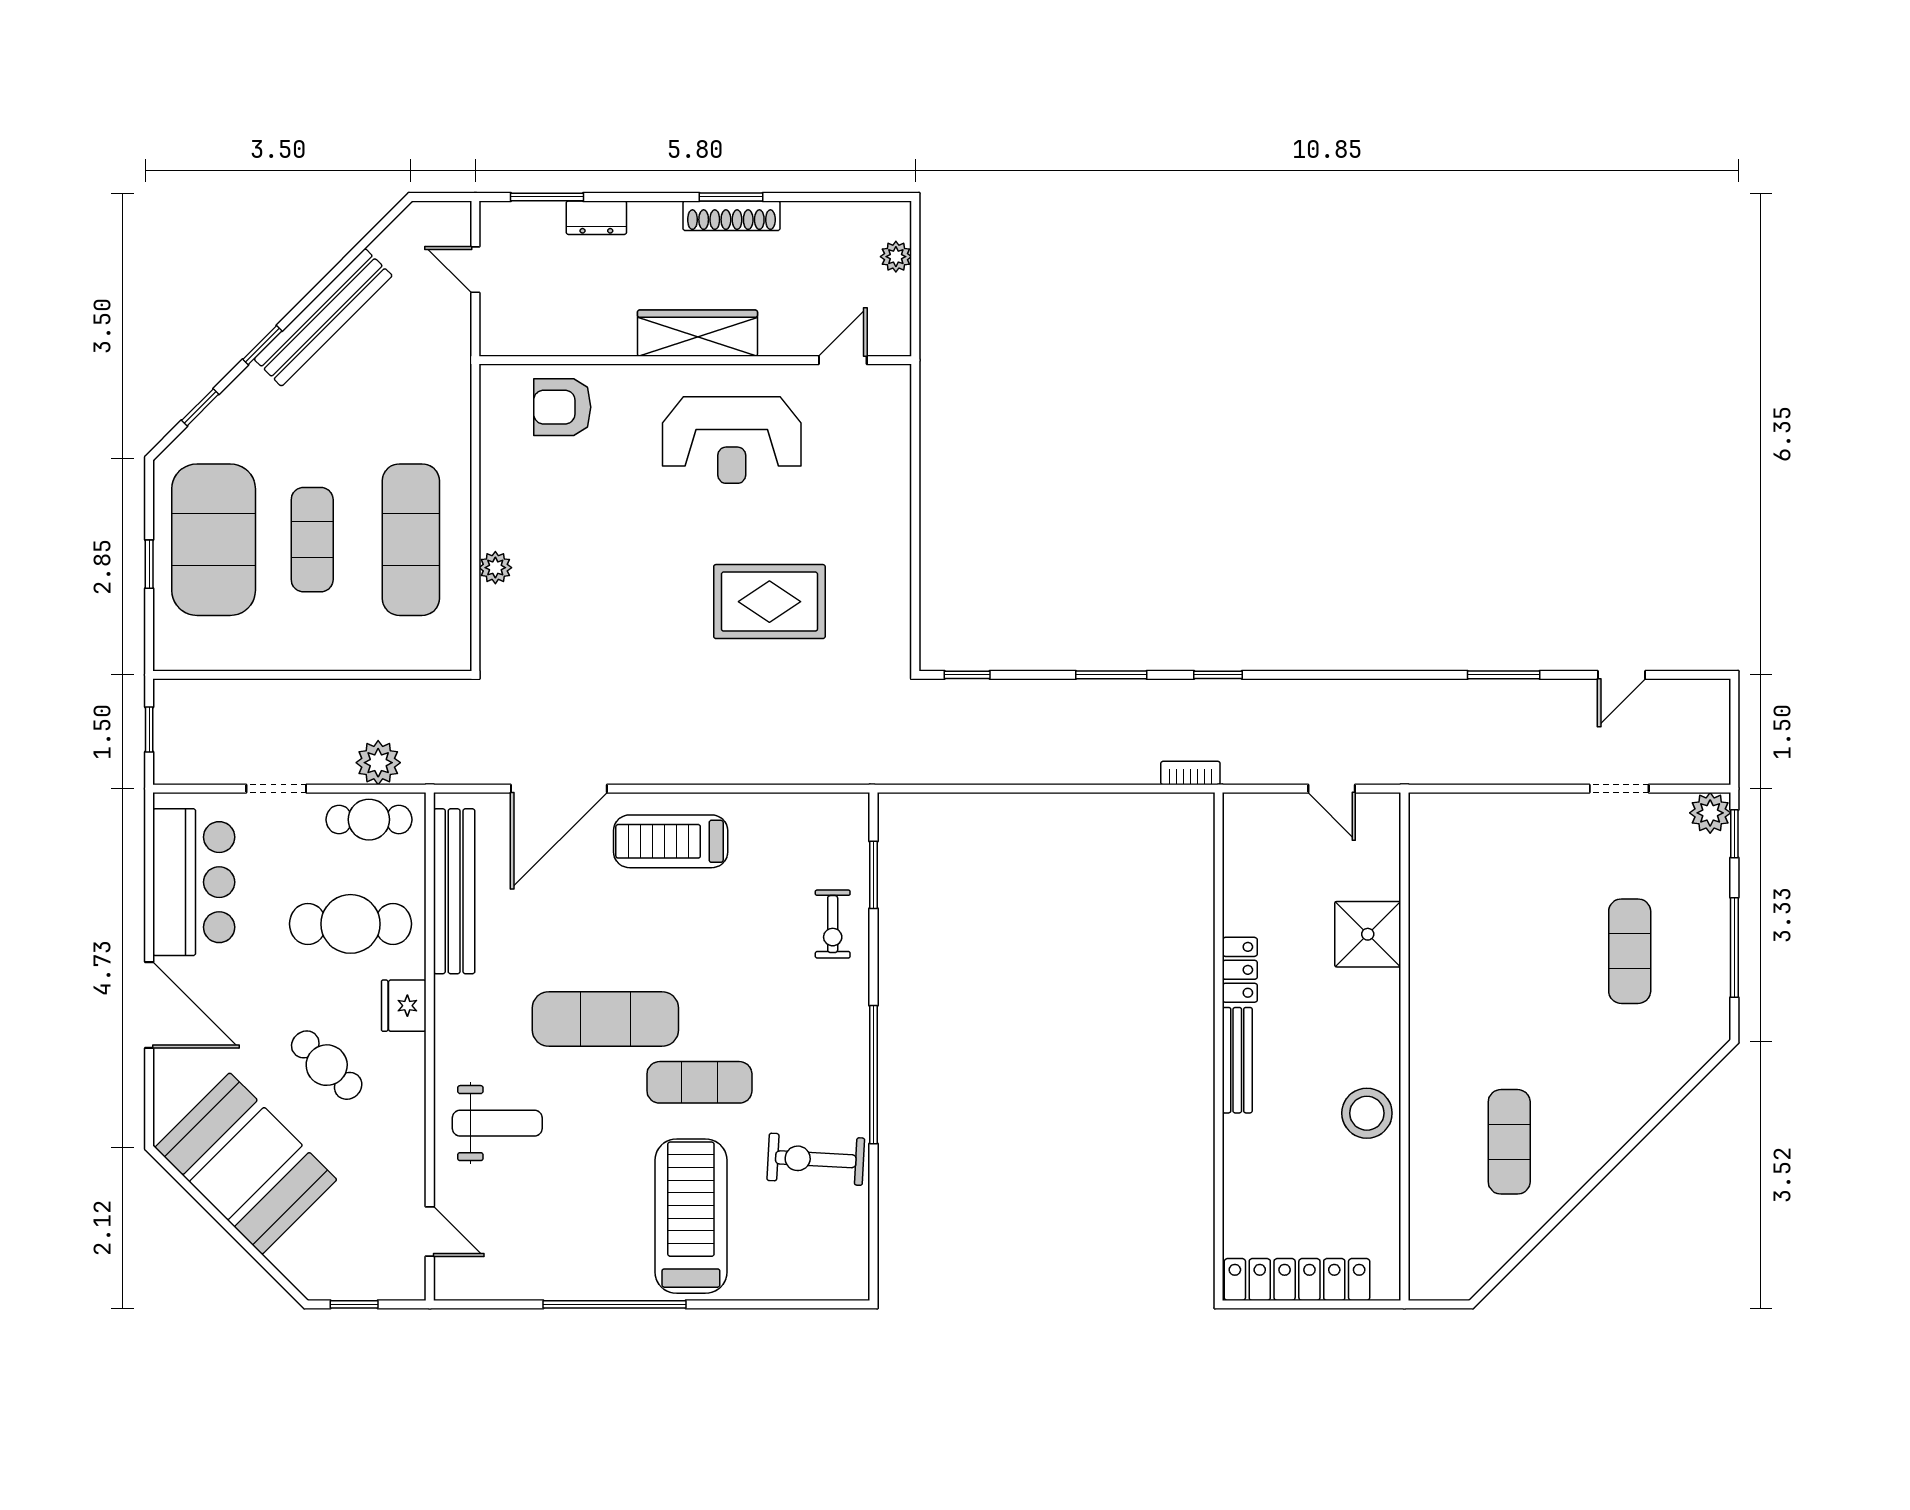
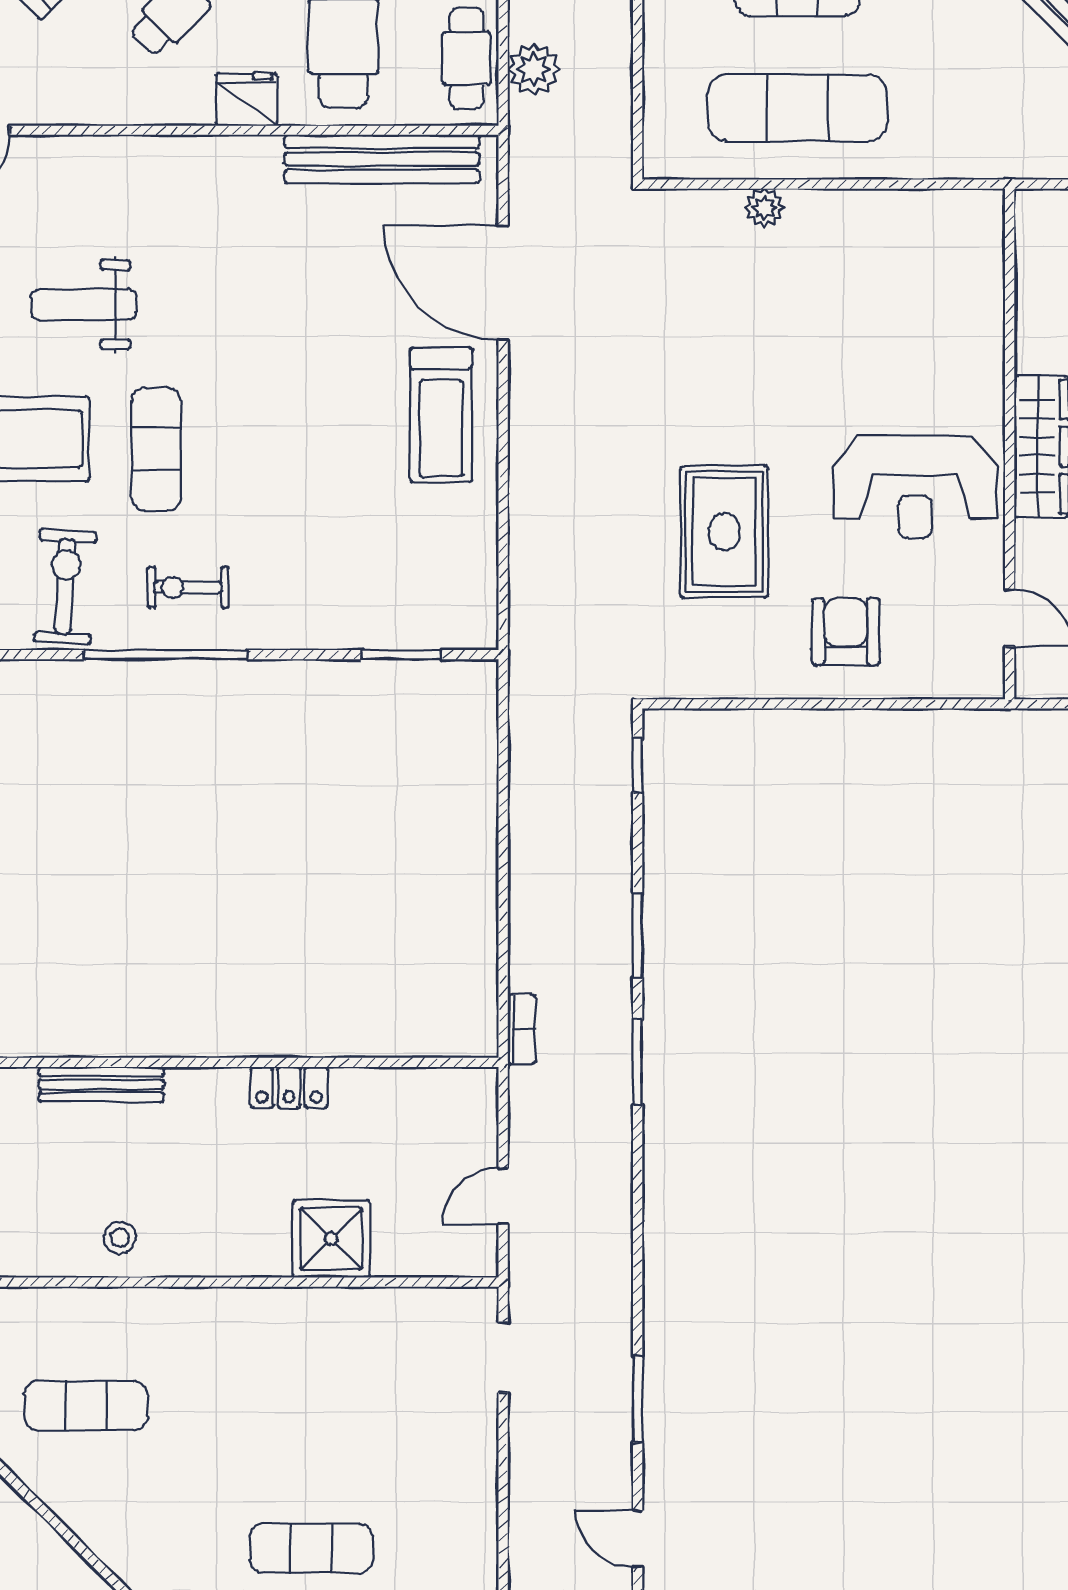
armchair: (562, 407) -> (846, 632), moved
reception desk: (732, 440) -> (915, 487), turned -90
window: (1218, 675) -> (638, 1062), width x1.50
doorway: (1619, 789) -> (503, 1357), moved
treadmill: (671, 841) -> (441, 415), turned 180
exercise bike: (833, 924) -> (188, 587), moved
exercise mat: (605, 1019) -> (231, 338), removed
bench: (1237, 1060) -> (101, 1084), moved
stool: (1367, 1113) -> (120, 1238), width x0.53, depth x0.53
weight bench: (497, 1123) -> (84, 305), moved, turned 90

